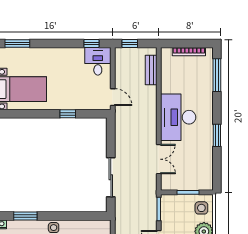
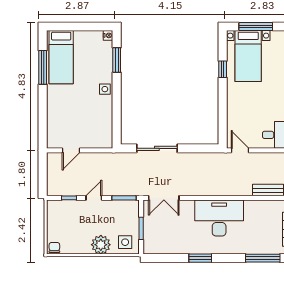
door: (113, 97) -> (240, 150), swing flipped
window: (68, 114) -> (223, 69), moved
double door: (159, 159) -> (164, 198), moved

